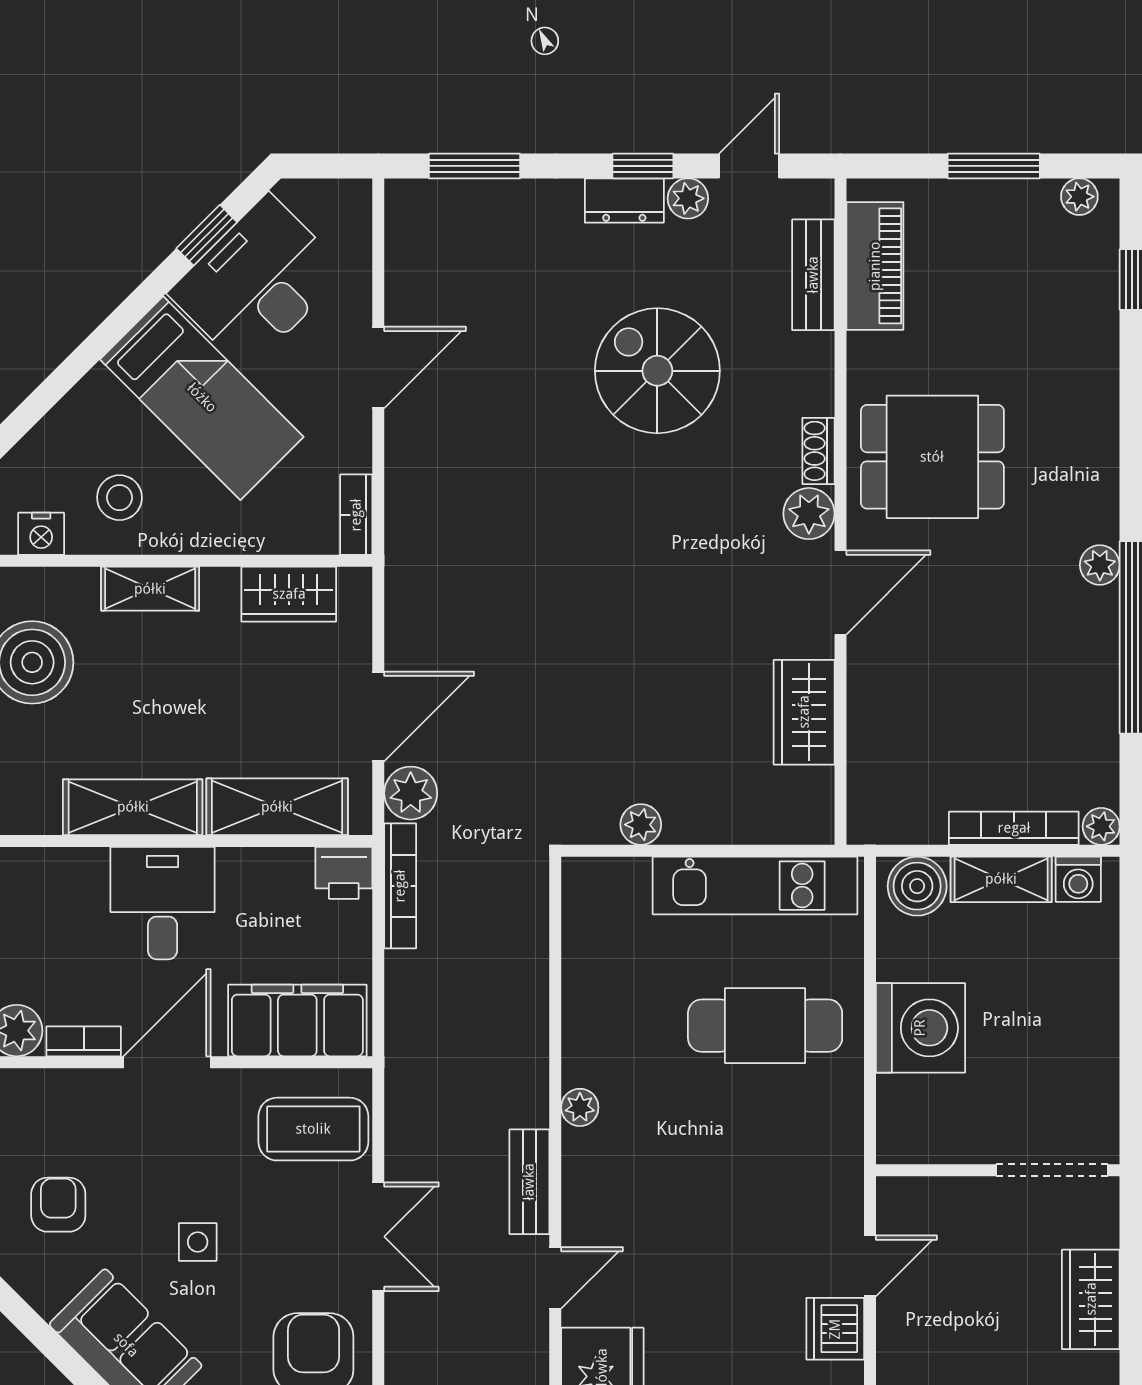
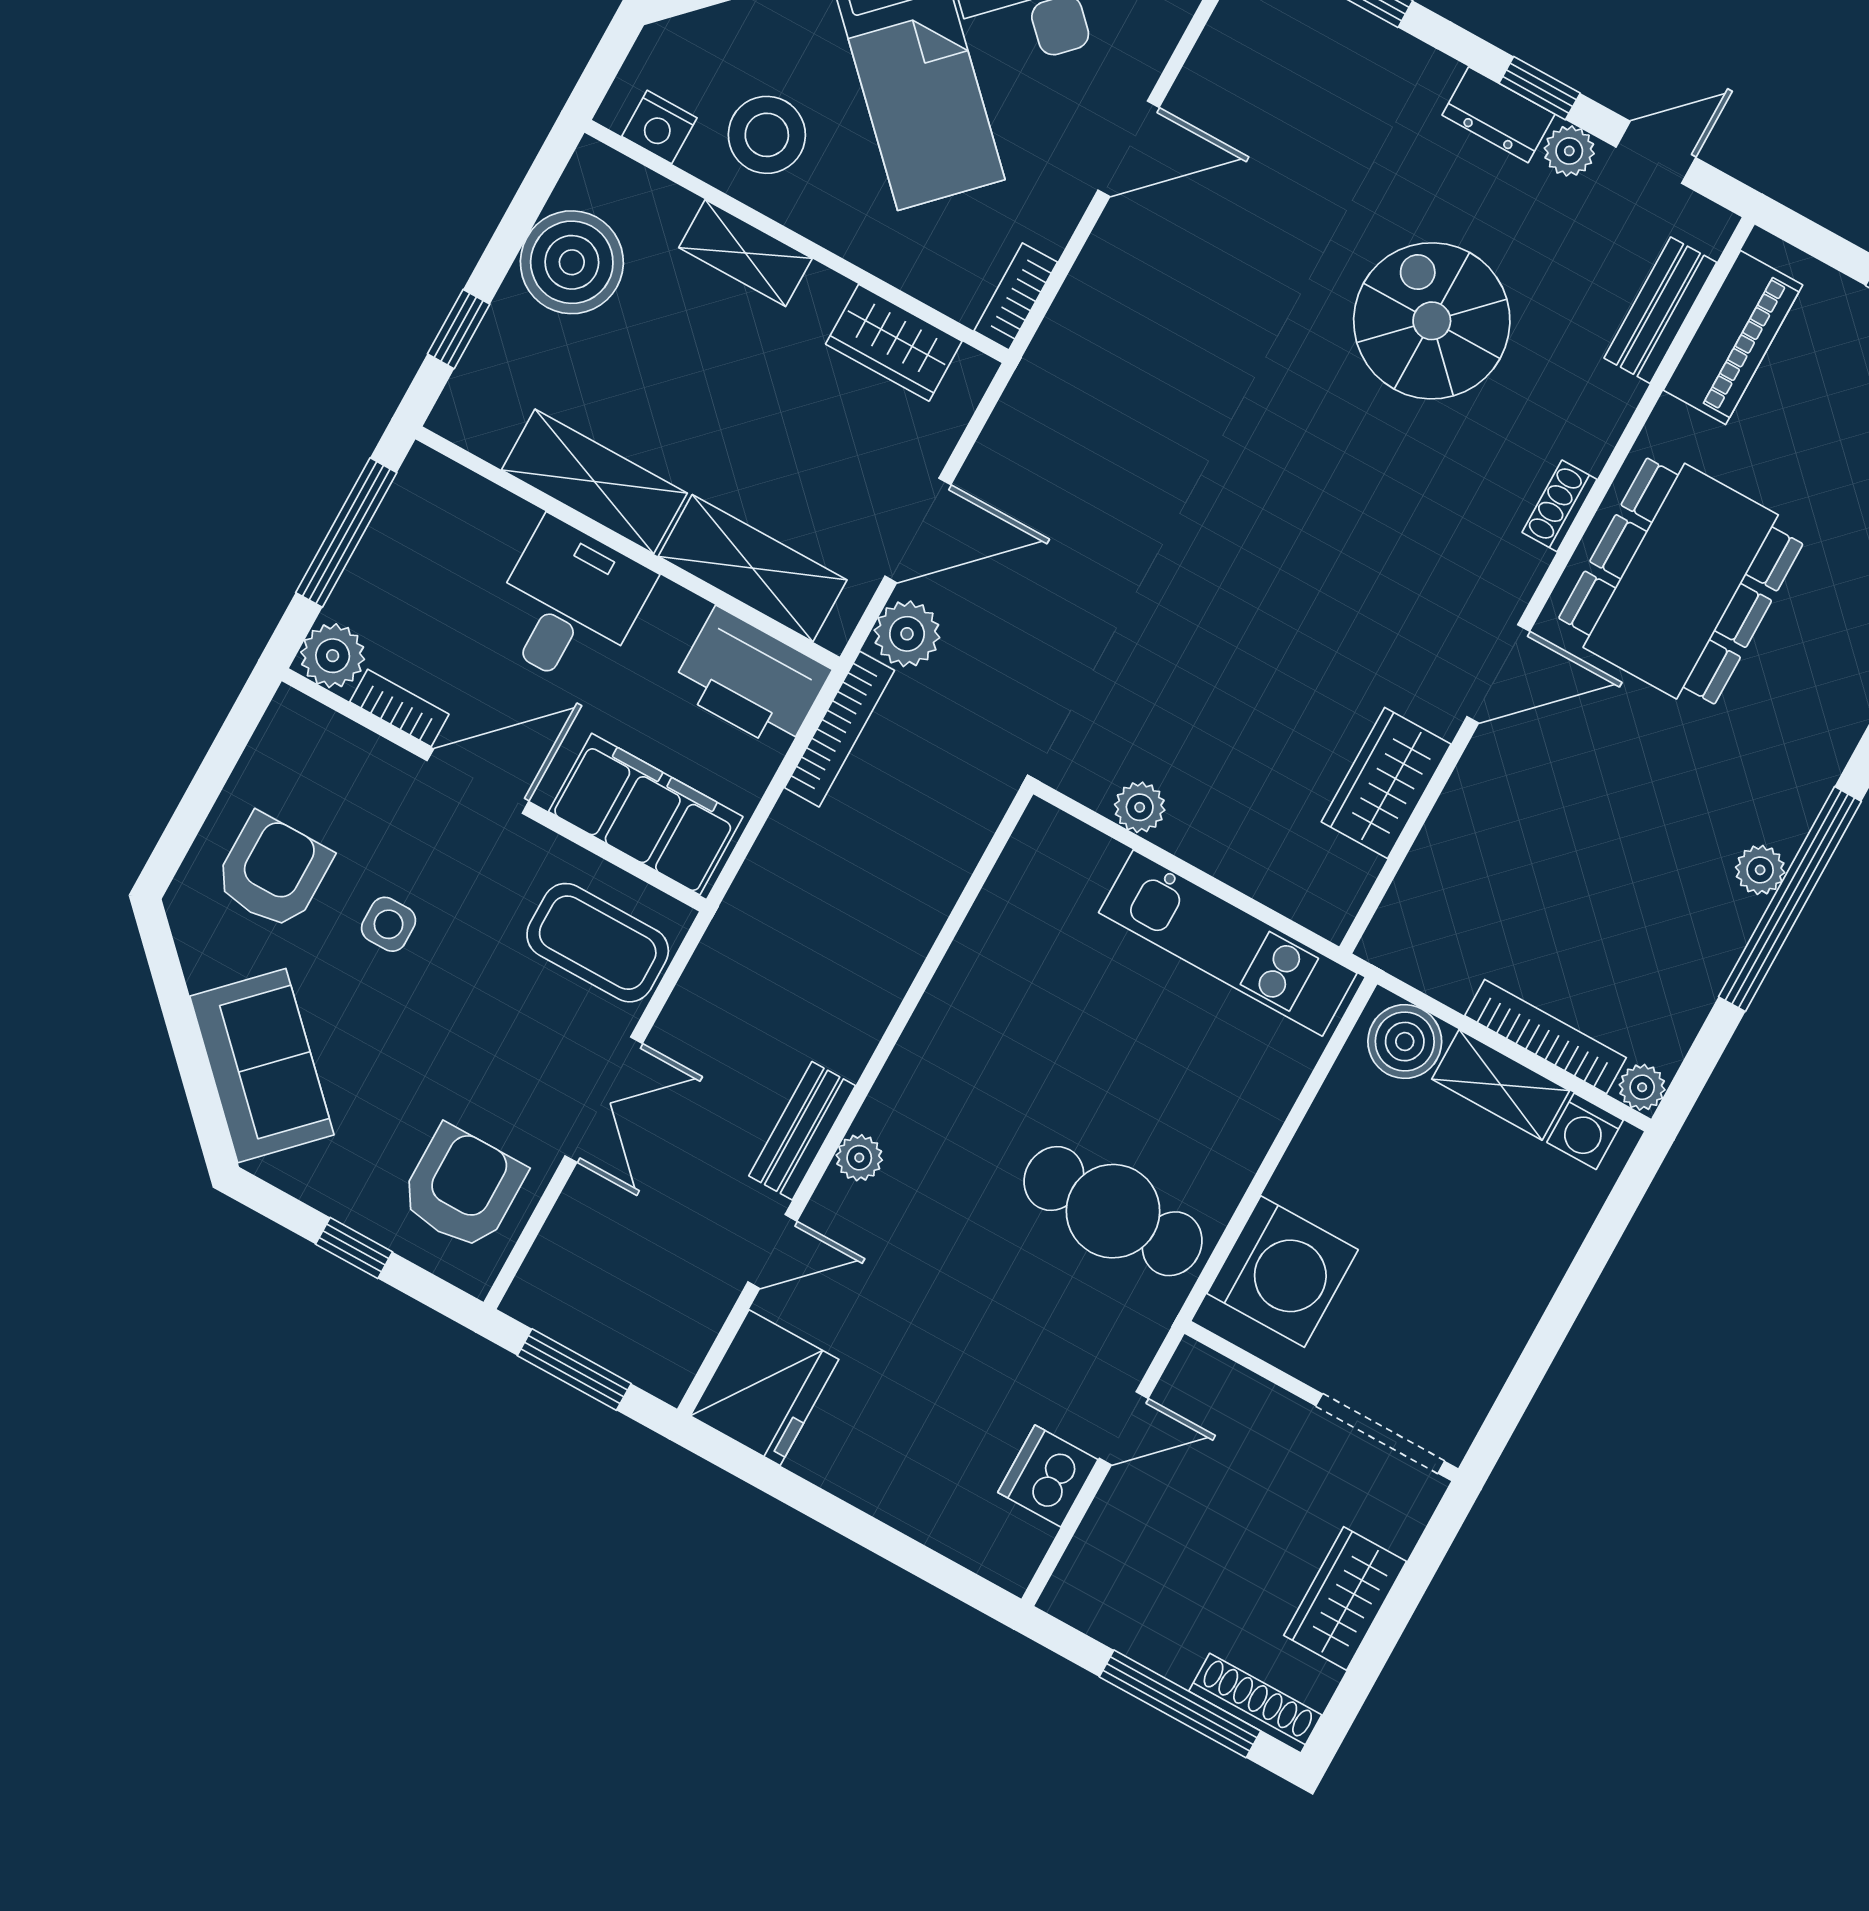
dining table: (932, 457) -> (1681, 581), width x1.38
stool: (119, 498) -> (767, 135), width x1.38, depth x1.38
plant: (809, 514) -> (1511, 569), removed
plant: (1100, 565) -> (1760, 870), moved
printer: (344, 873) -> (751, 679), width x1.87, depth x1.48
cafe table: (765, 1026) -> (1113, 1211), moved
washing machine: (920, 1028) -> (1283, 1272), moved
plant: (580, 1107) -> (859, 1158), moved
armchair: (58, 1205) -> (273, 871), width x1.38, depth x1.38
side table: (198, 1242) -> (389, 924), moved

